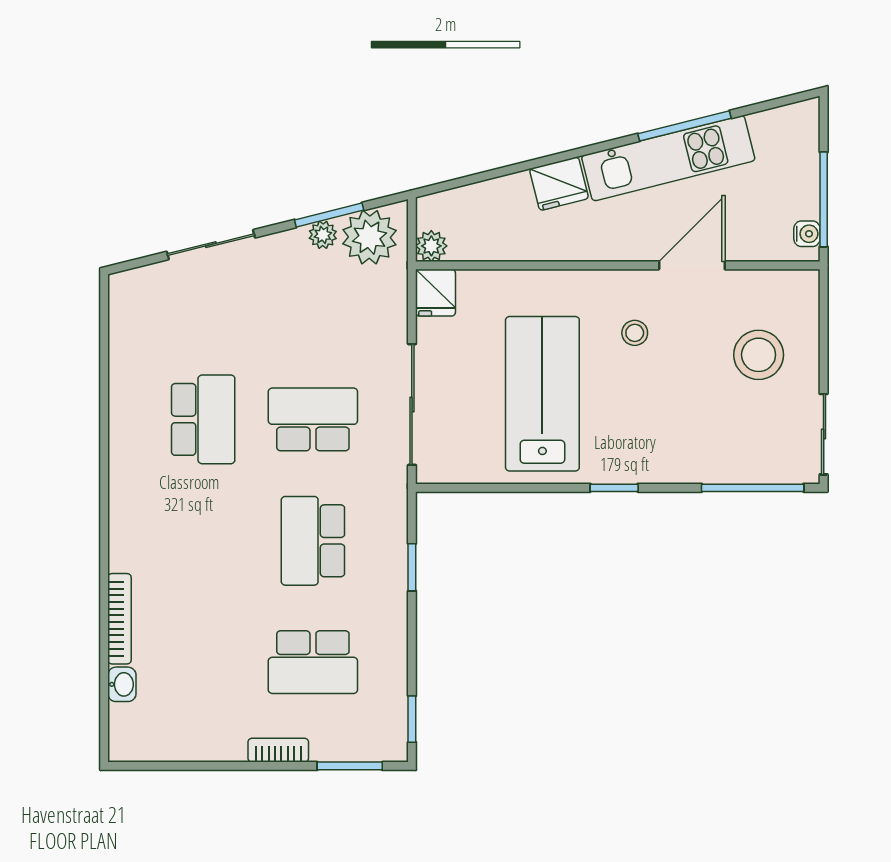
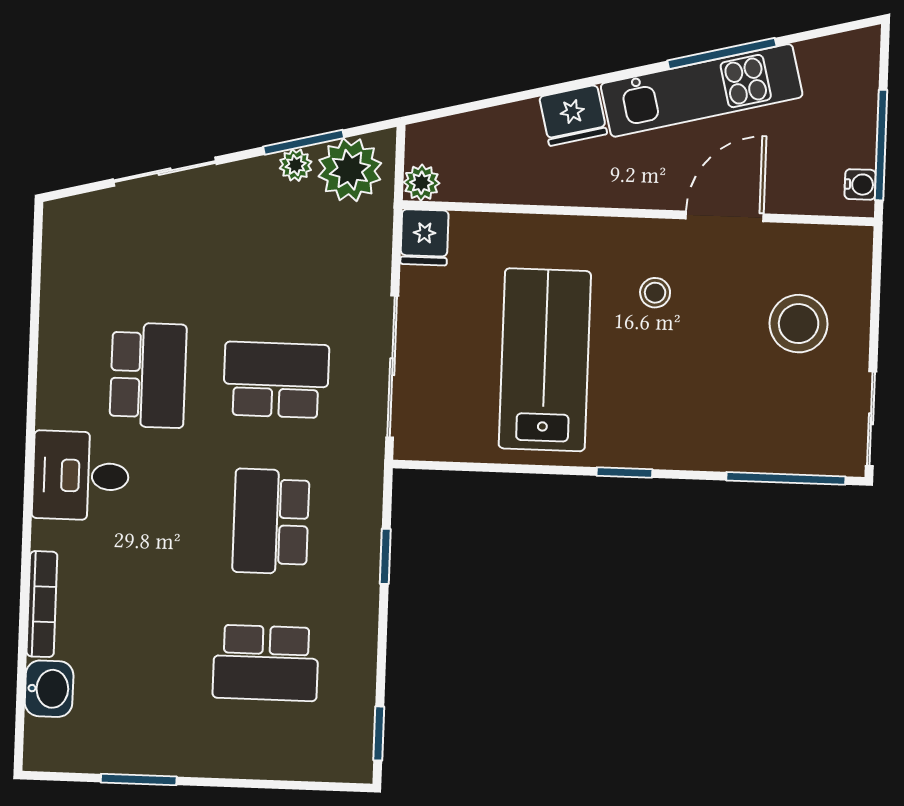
desk: (149, 508) -> (81, 476), added
washbasin: (122, 684) -> (49, 689), width x1.38, depth x1.45
bookcase: (278, 750) -> (222, 764), removed
window: (350, 766) -> (139, 779), moved

